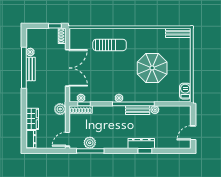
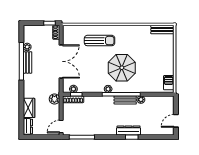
parasol: (152, 68) -> (122, 68), moved
plant: (90, 143) -> (81, 130), removed

